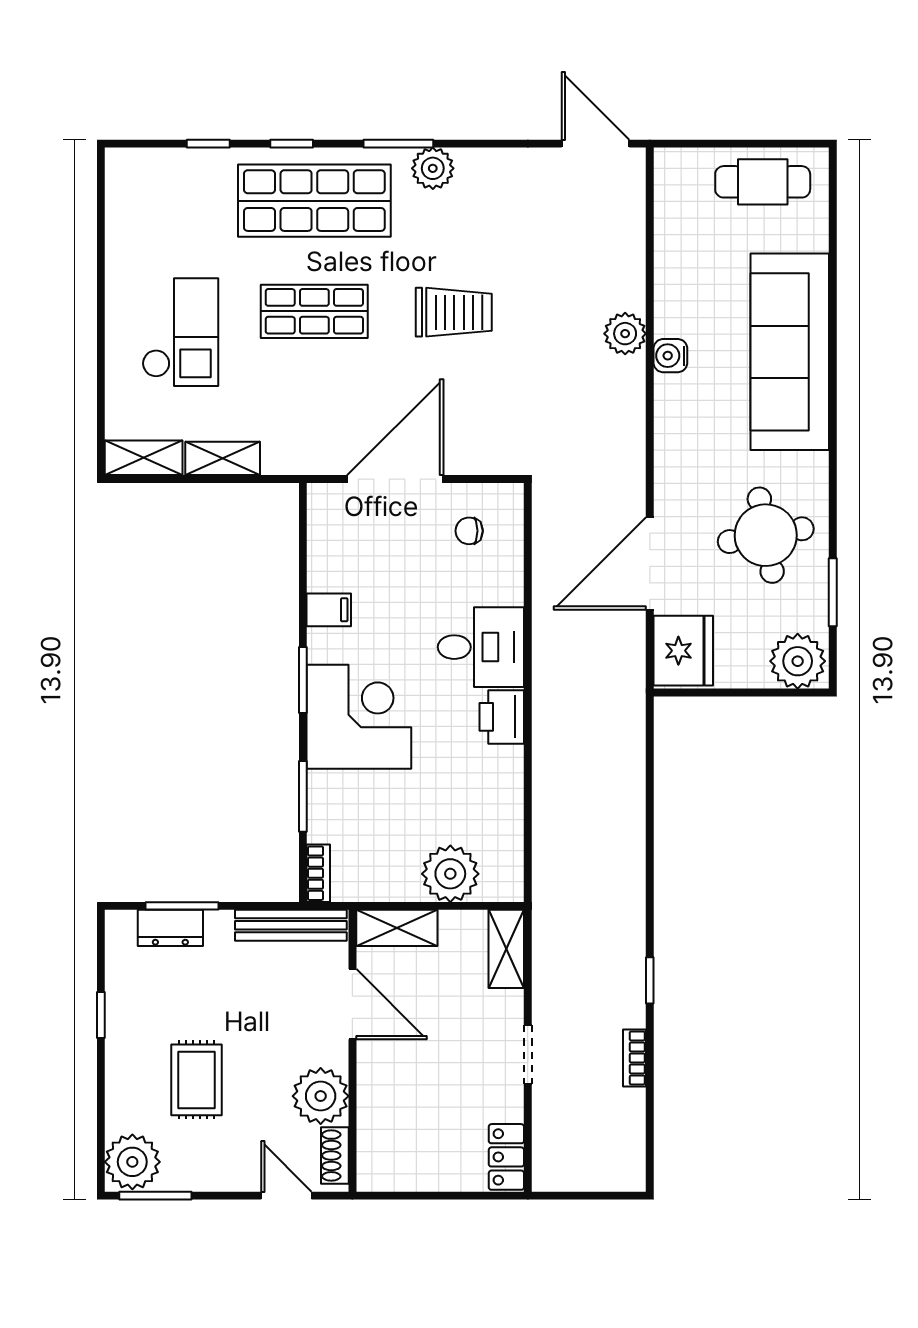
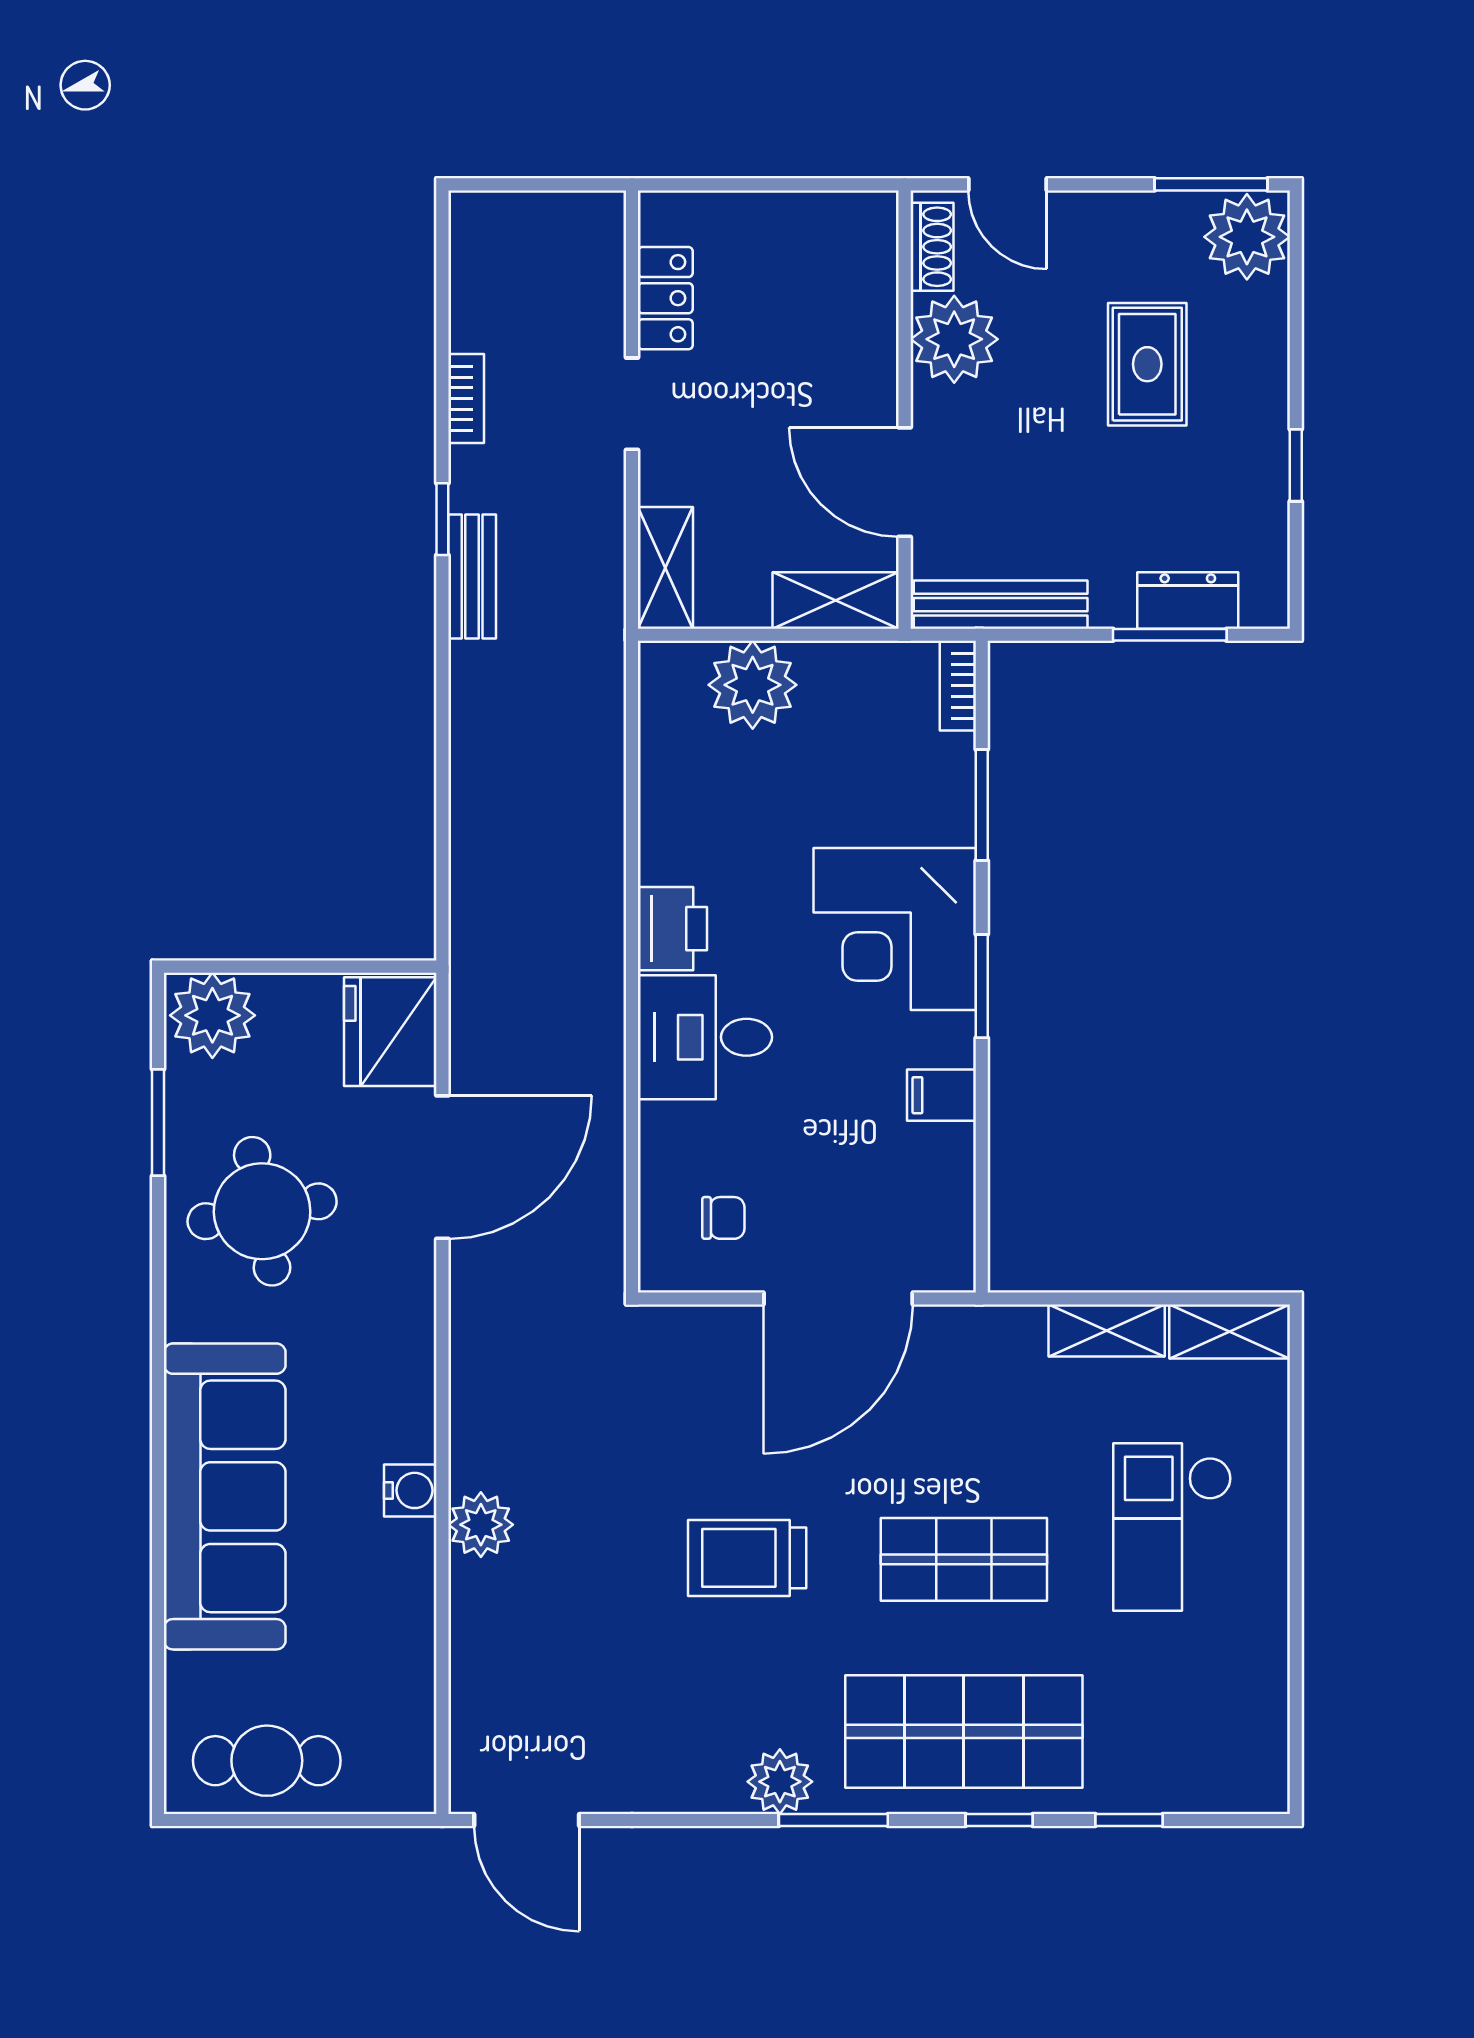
bench: (631, 943) -> (472, 577), added
locker: (506, 1157) -> (665, 298), moved

